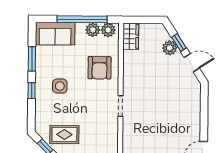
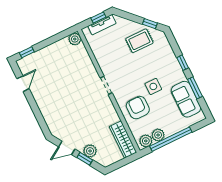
sofa: (55, 34) -> (186, 99), moved, turned -90
wardrobe: (131, 36) -> (123, 140), width x1.50
side table: (60, 86) -> (153, 86), moved

